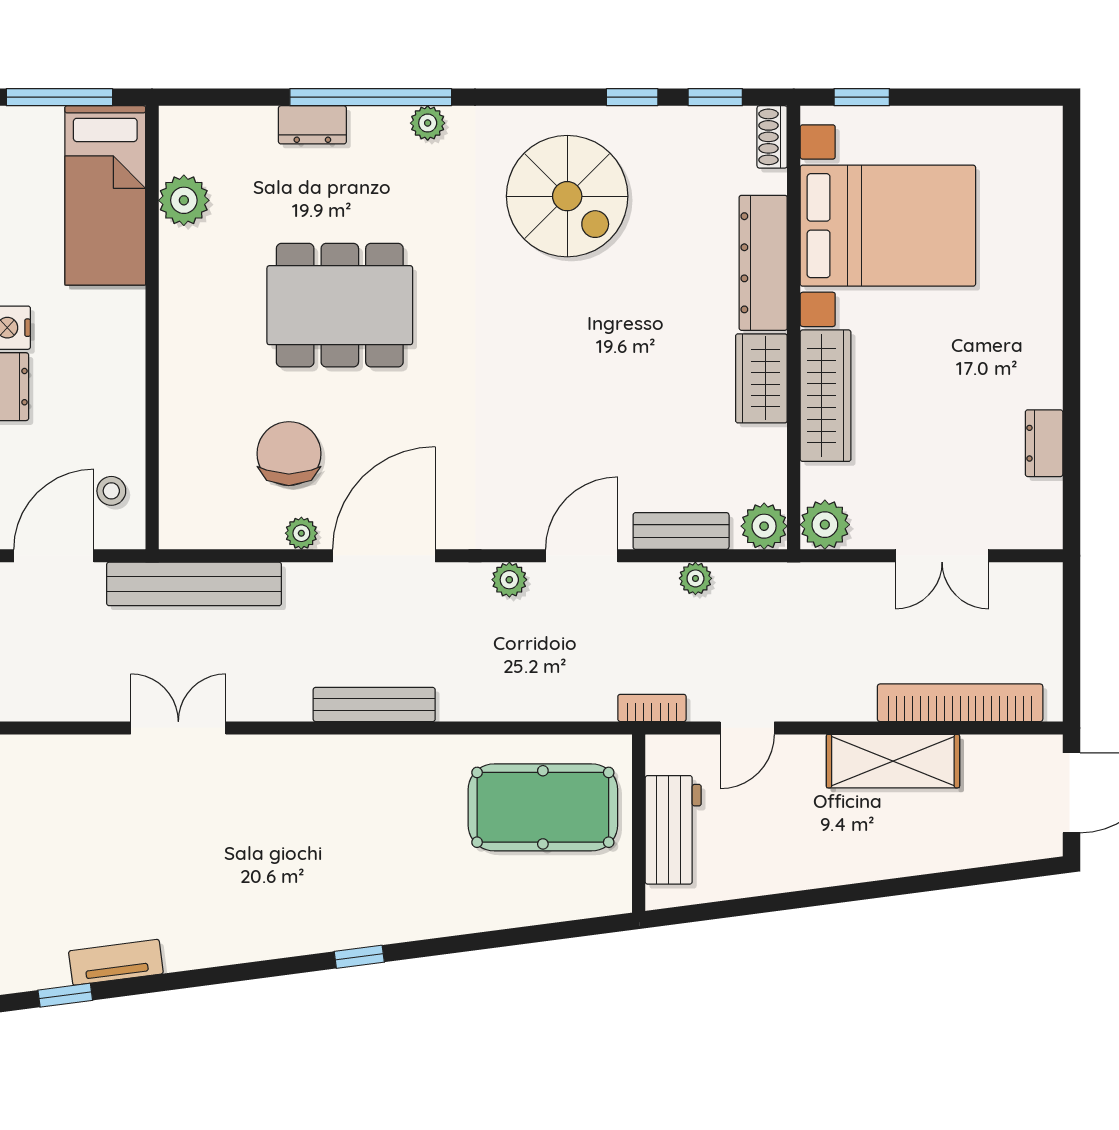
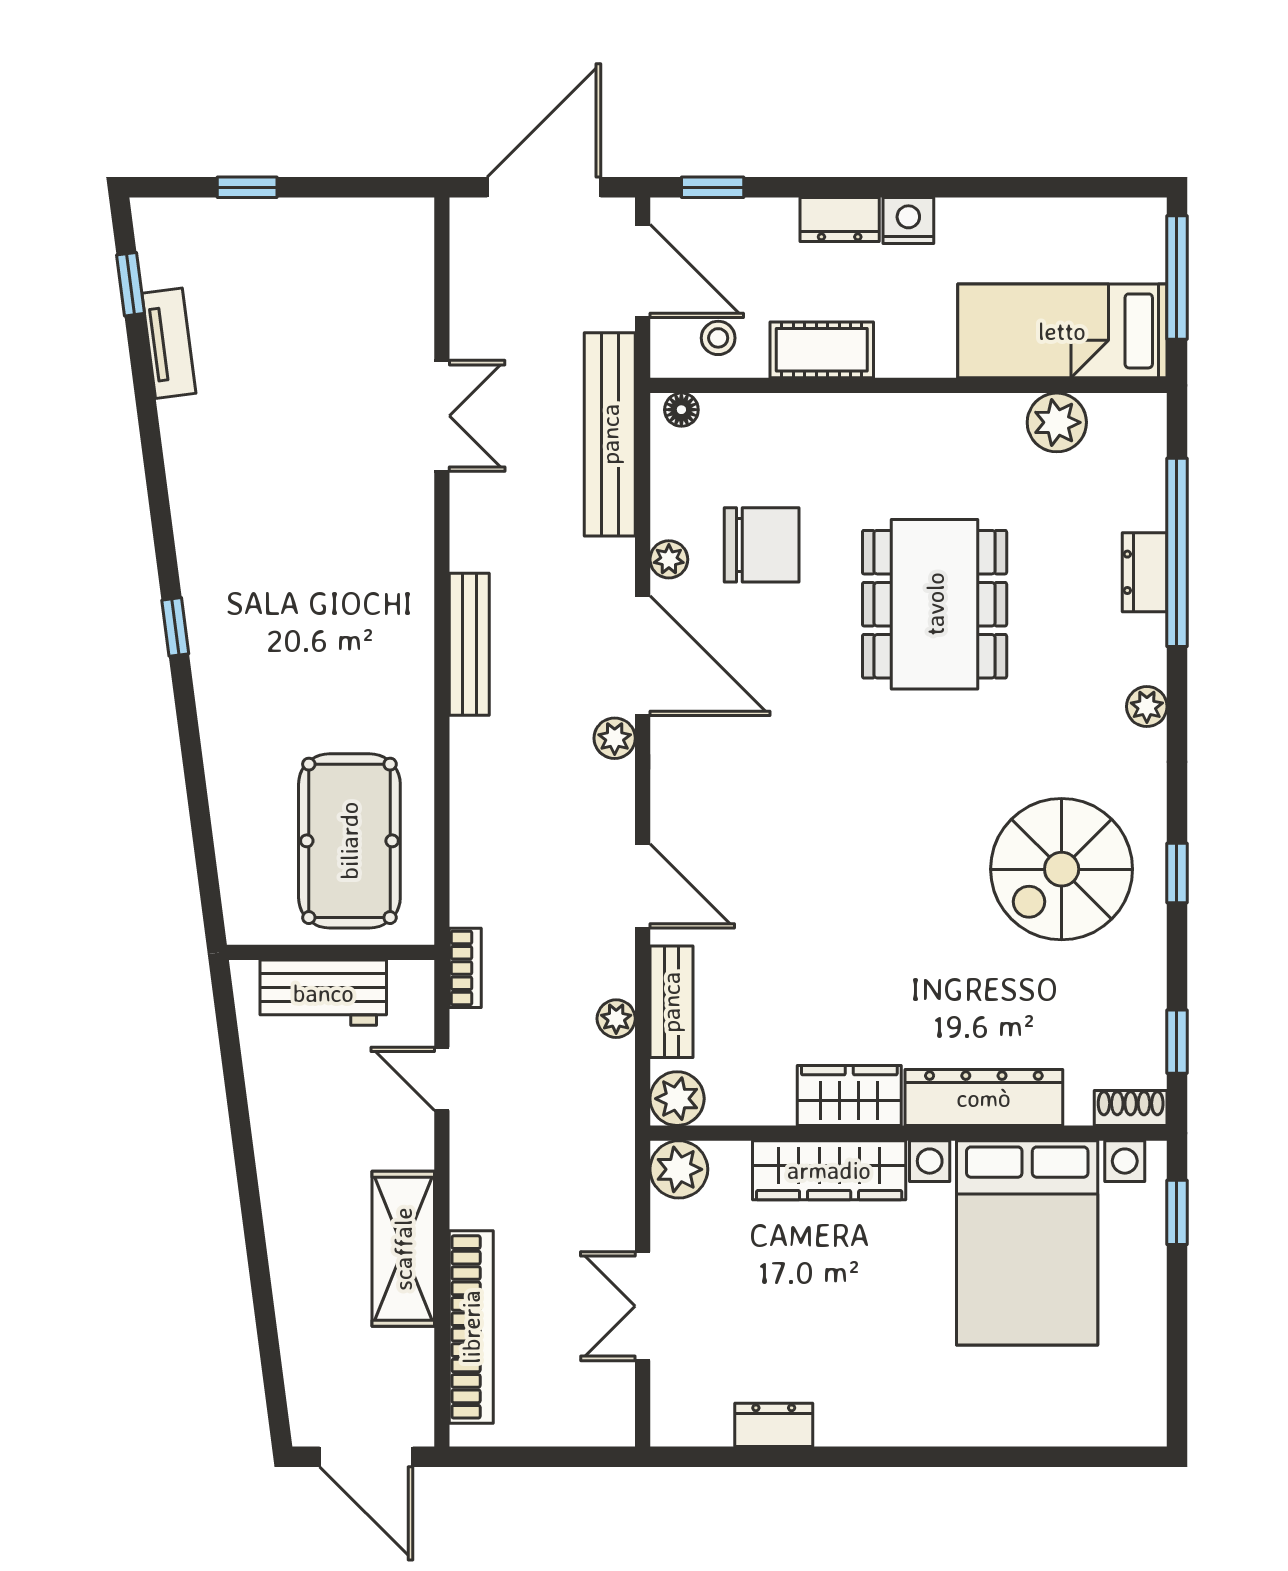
window: (371, 97) -> (1177, 552), moved
window: (632, 97) -> (1177, 873), moved
cot: (122, 402) -> (822, 350), added
floor lamp: (173, 522) -> (681, 410), added
plant: (509, 580) -> (615, 738), moved

